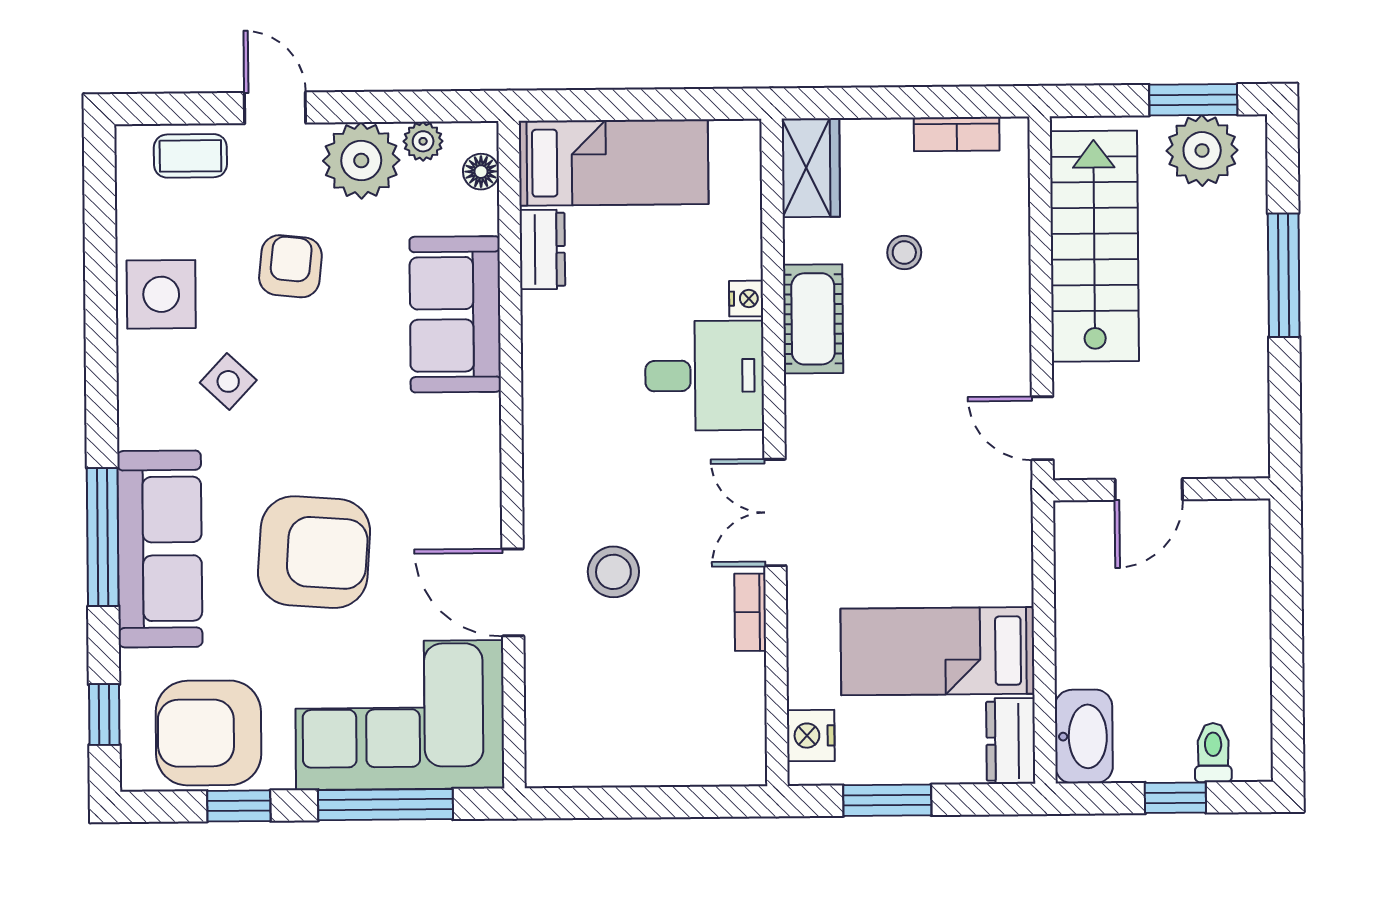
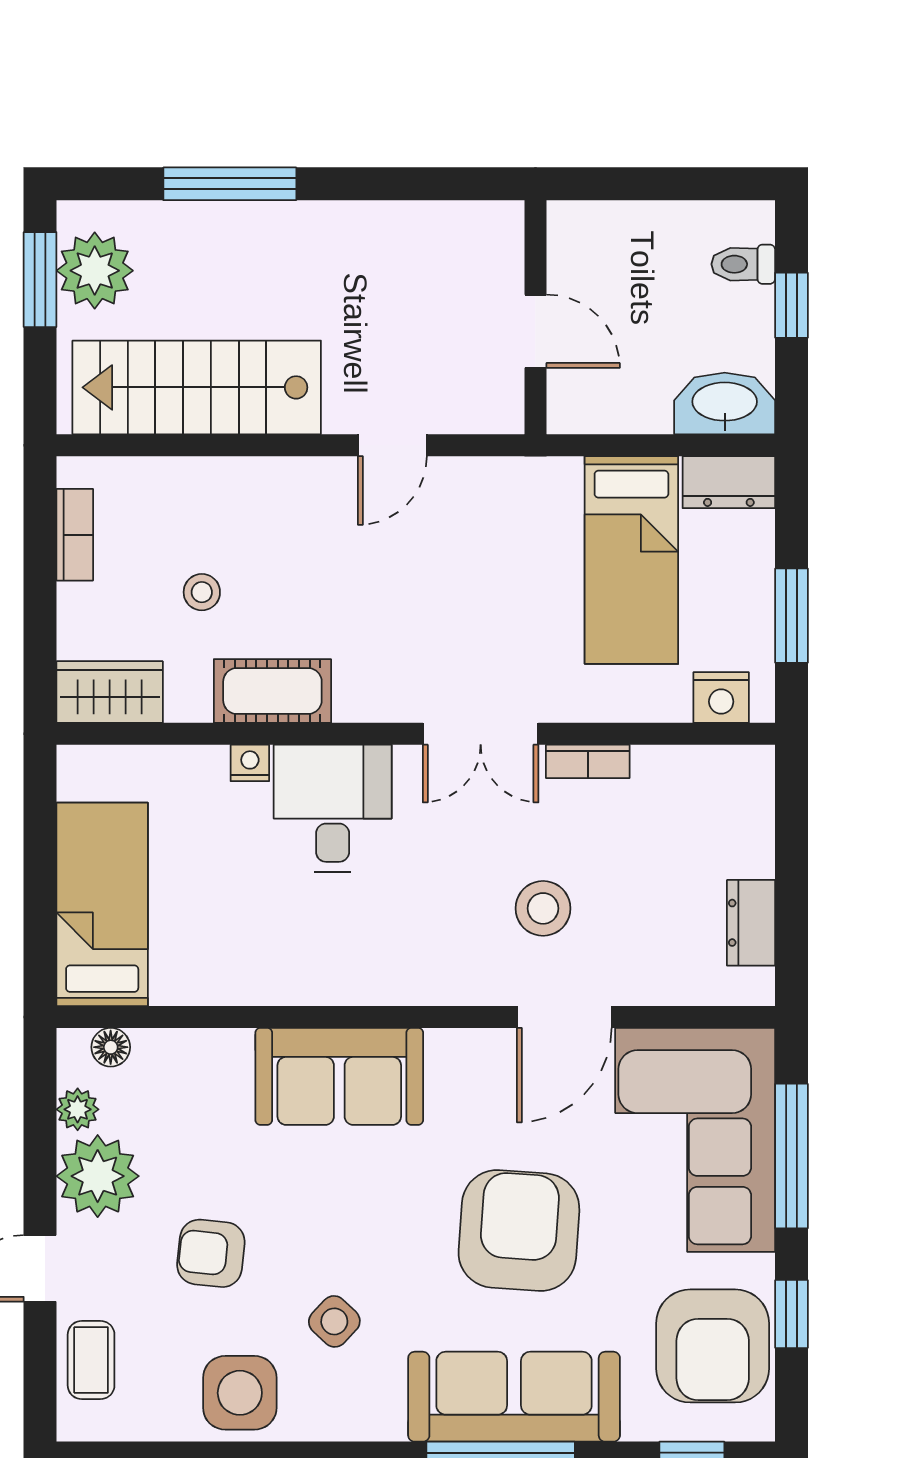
dresser: (542, 249) -> (751, 923), moved, turned -90
sofa: (455, 314) -> (339, 1076), moved
wall: (1162, 489) -> (536, 317), moved
door: (1149, 490) -> (536, 331), moved

